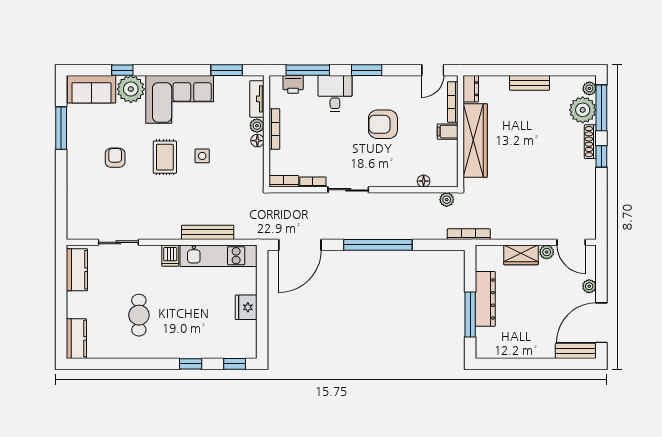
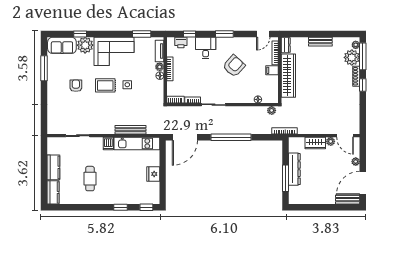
window: (308, 70) -> (190, 34), width x0.46
armchair: (383, 124) -> (234, 66), turned 132
rug: (165, 157) -> (105, 85), turned 90
kitchen counter: (77, 270) -> (53, 167), moved

